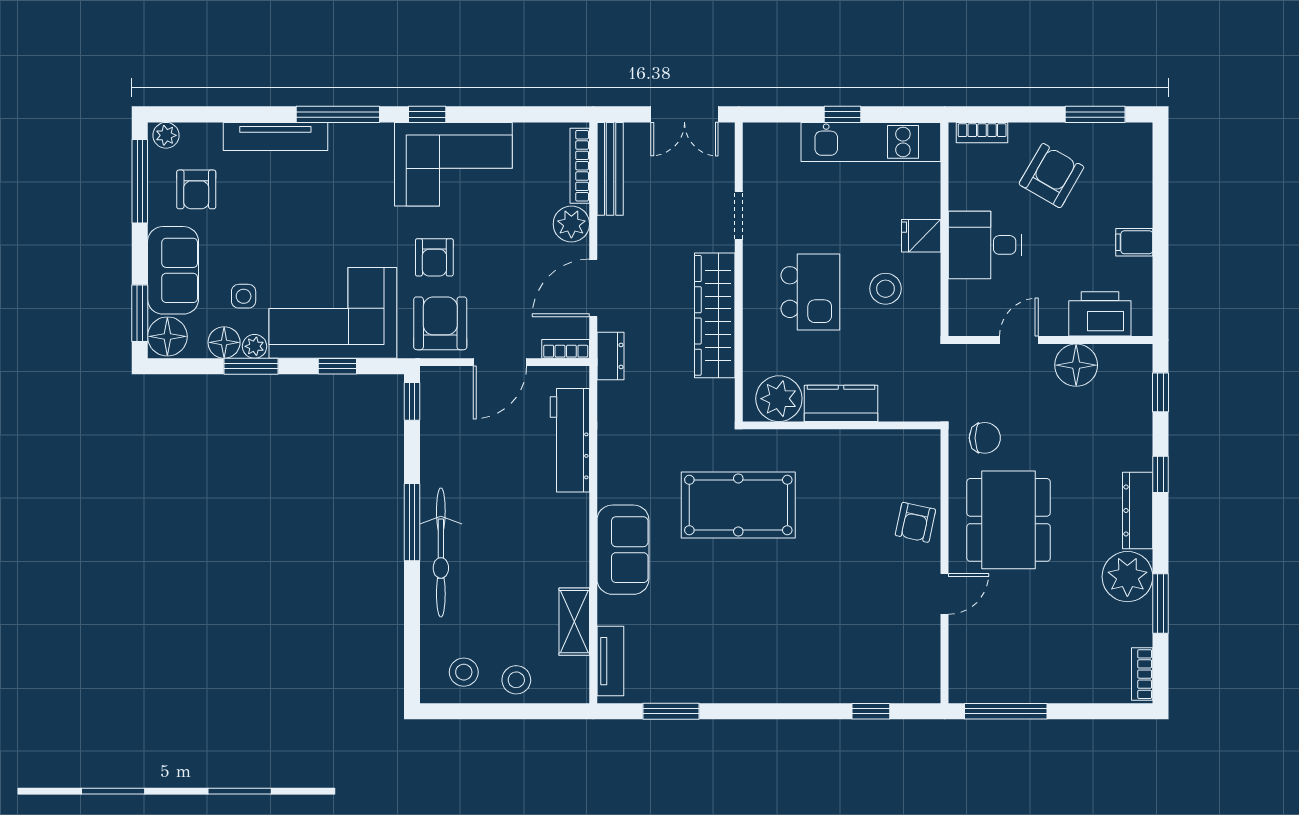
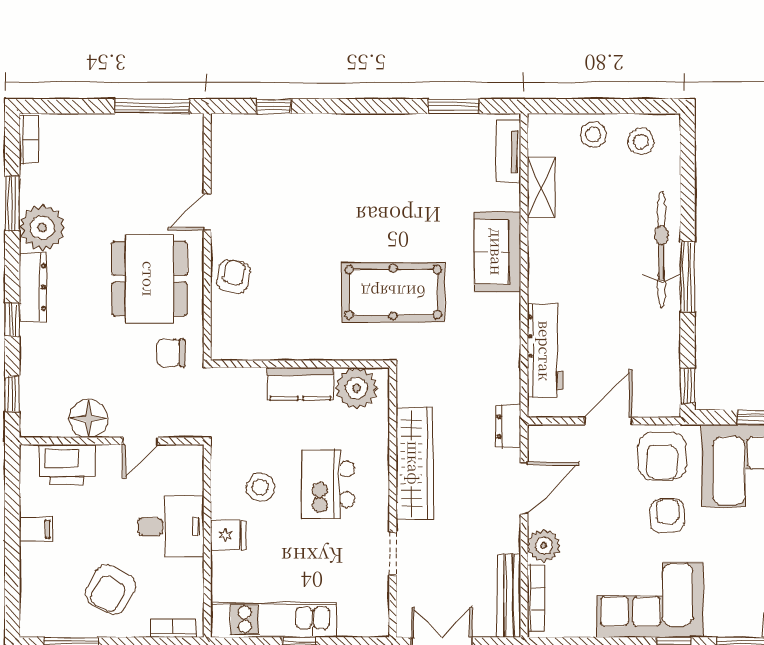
bookcase: (566, 349) -> (549, 433), removed

